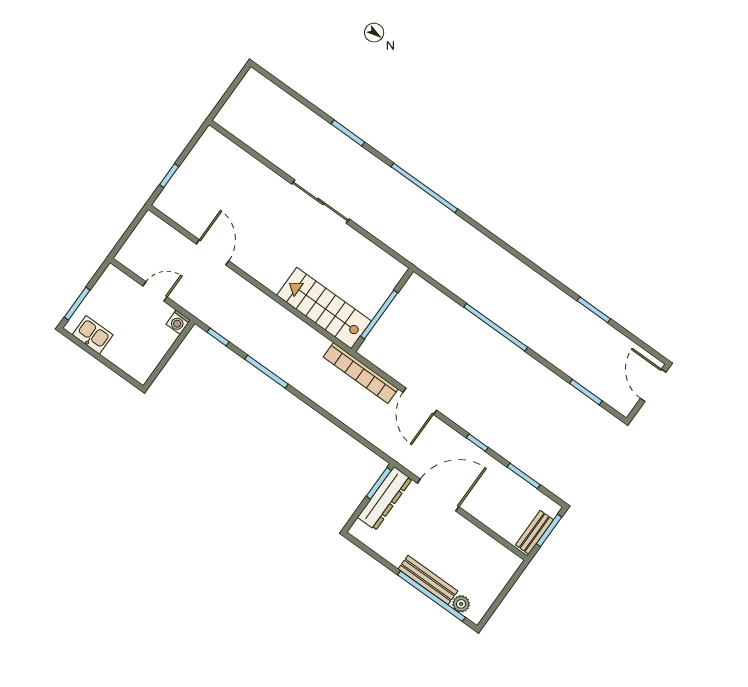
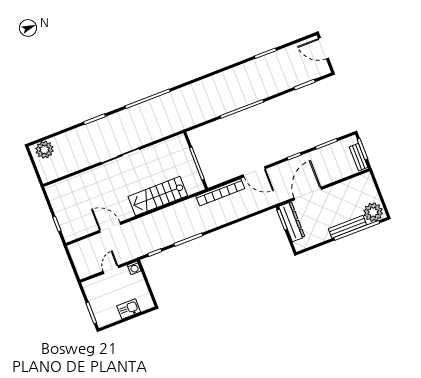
plant: (261, 91) -> (45, 150), added
stairs: (324, 308) -> (158, 196), moved
kitchen sink: (93, 335) -> (129, 309), moved
plant: (461, 604) -> (373, 212), width x1.88, depth x1.88

